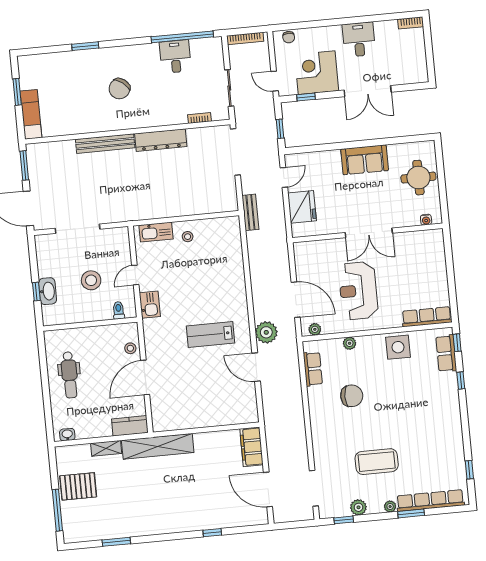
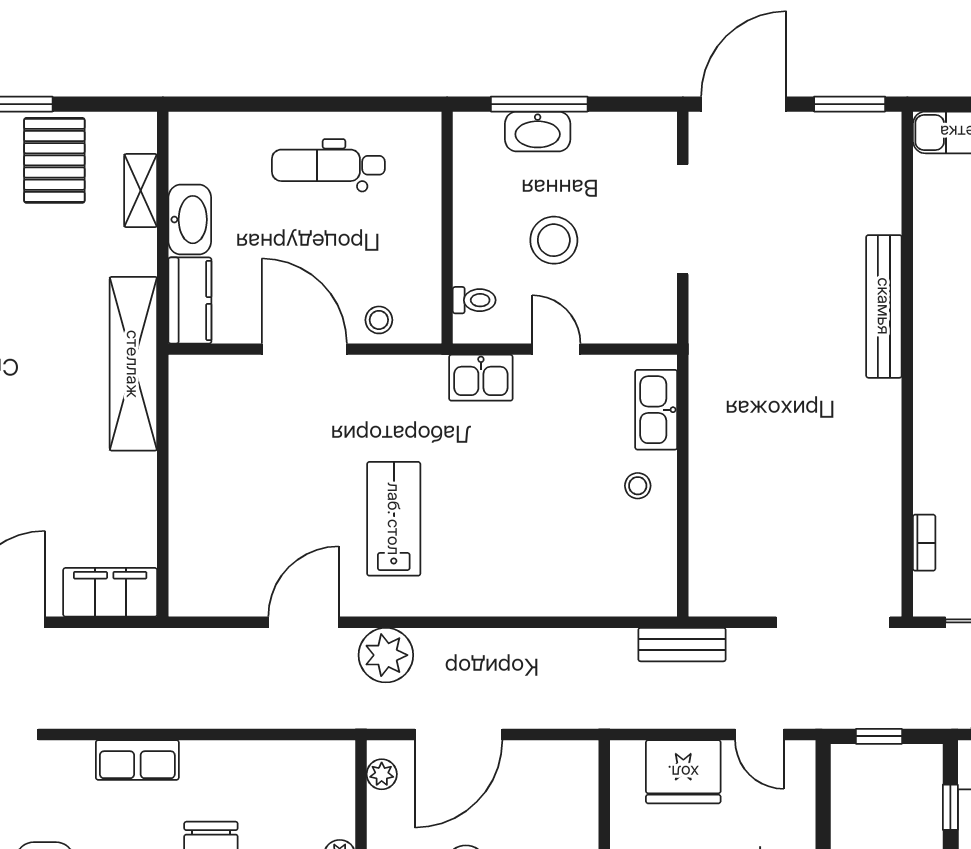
dresser: (161, 140) -> (879, 443), removed
window: (36, 292) -> (539, 104), width x2.17
row of seats: (313, 369) -> (137, 760), moved
washbasin: (67, 435) -> (190, 220), moved, width x1.91, depth x1.45
shelving: (106, 448) -> (141, 191), moved

